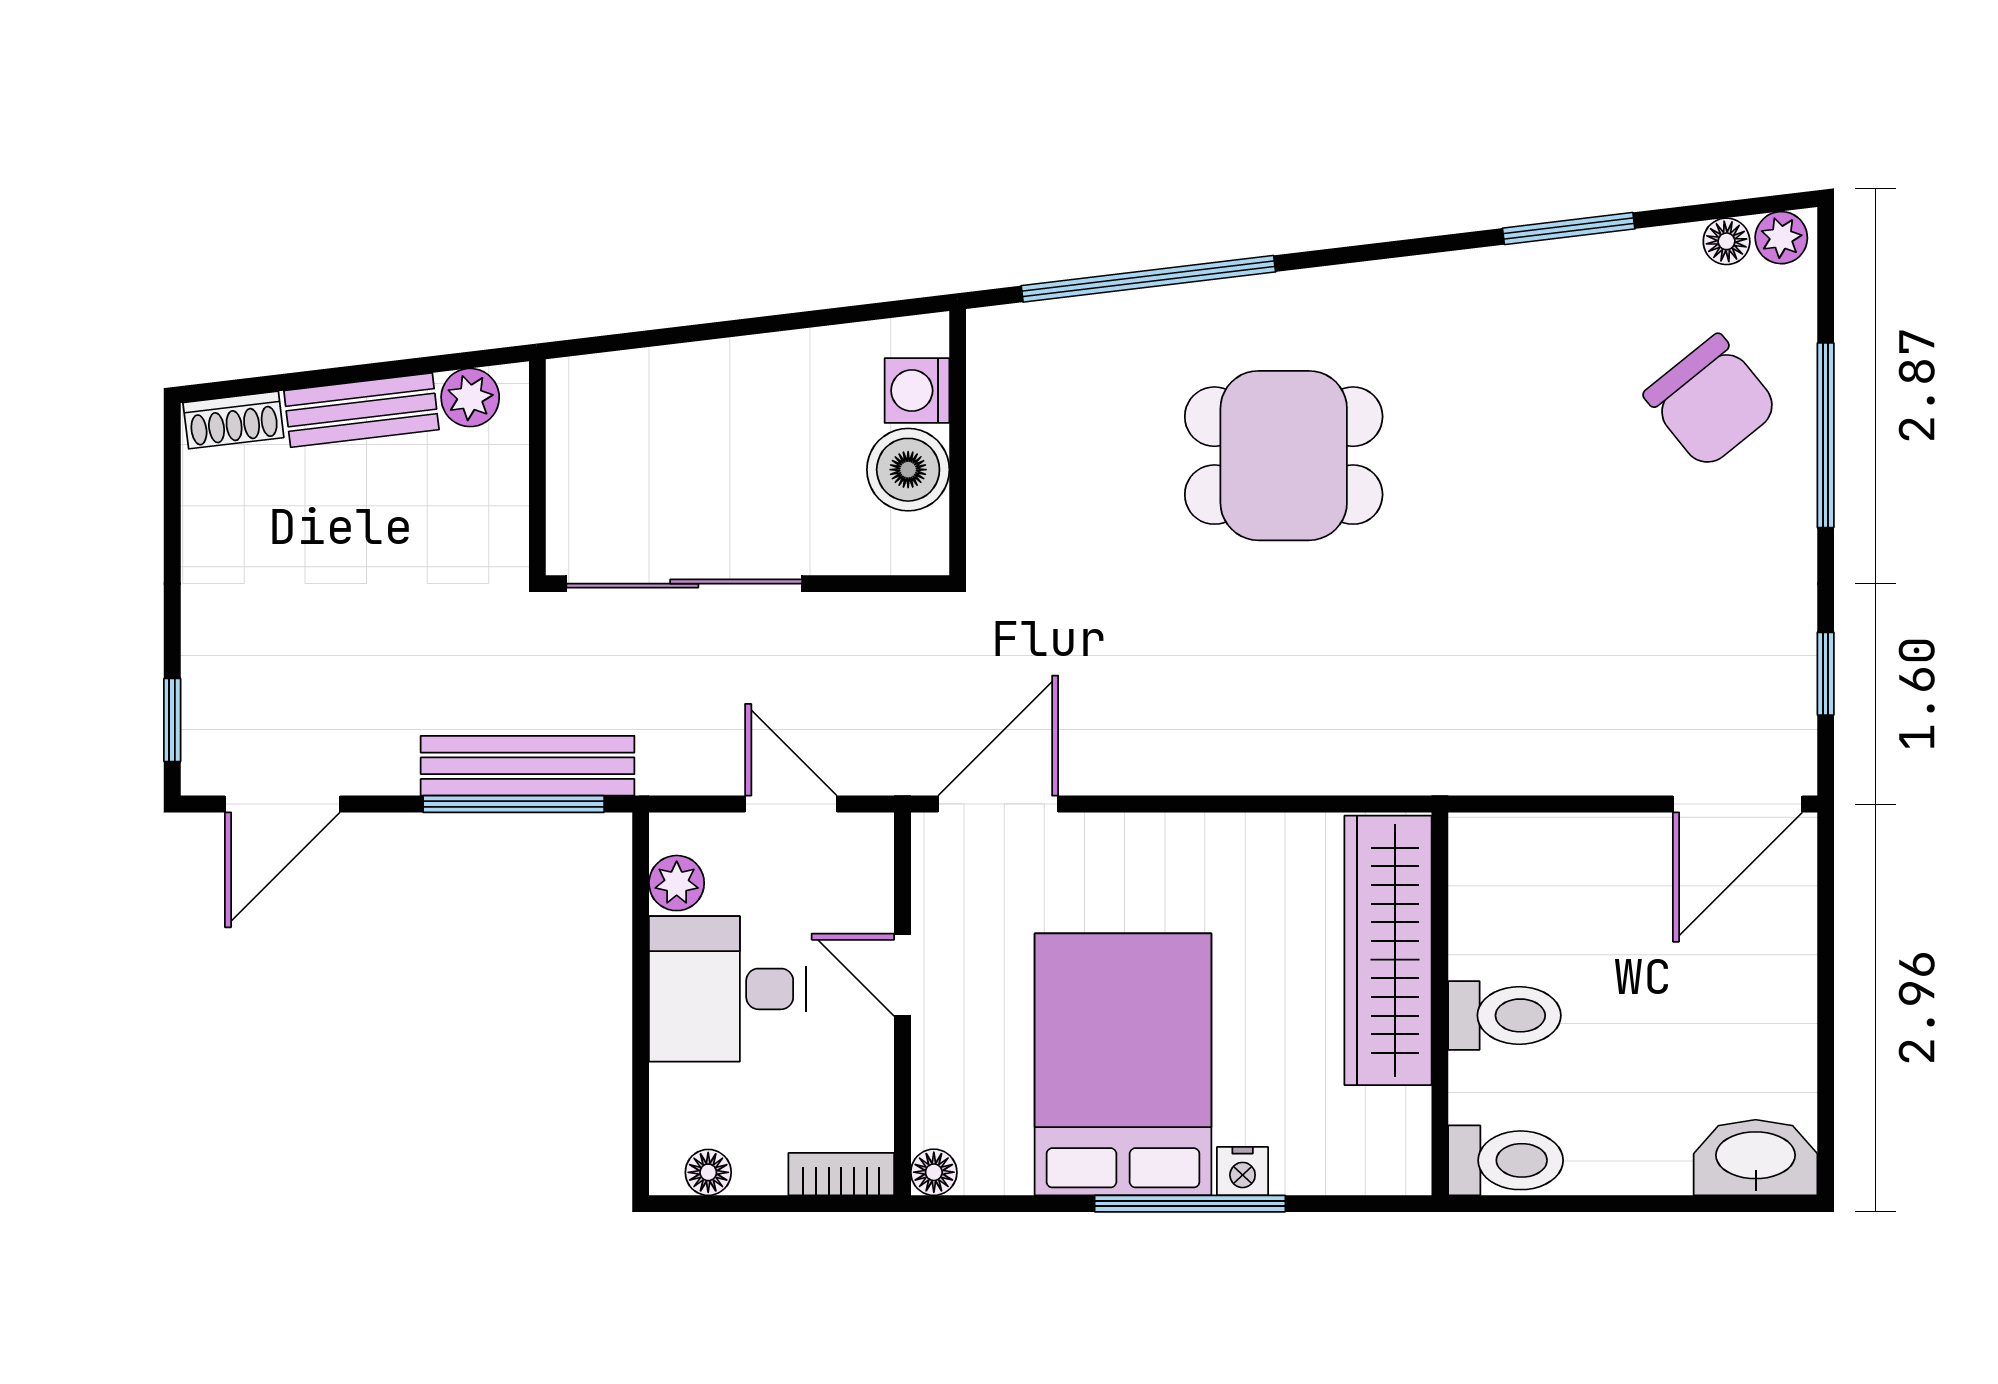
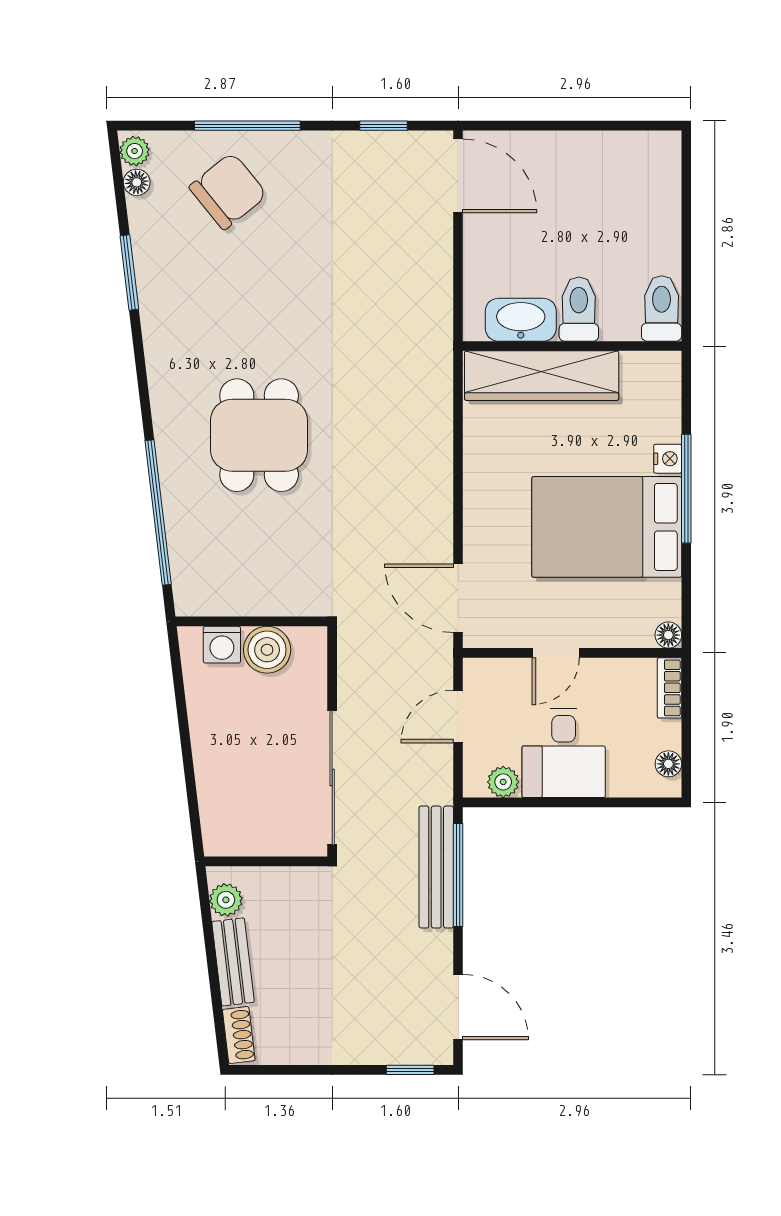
washbasin: (1756, 1157) -> (521, 320), moved, turned 90

